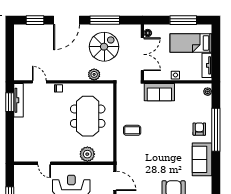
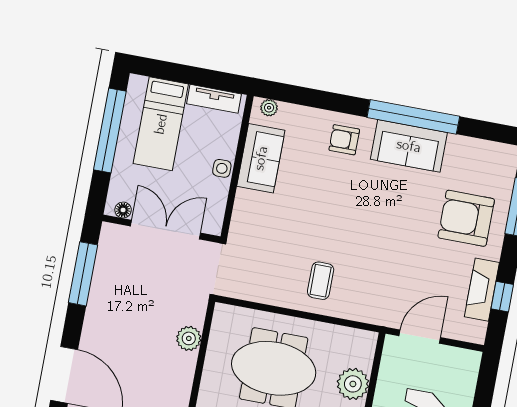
window: (105, 20) -> (83, 274), moved
window: (183, 20) -> (110, 130), width x1.46
spiral stairs: (104, 47) -> (135, 307), removed
sofa: (159, 92) -> (261, 158), moved
window: (216, 130) -> (413, 117), moved

